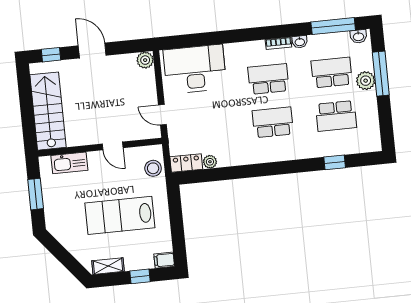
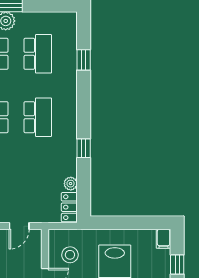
school desk: (273, 122) -> (38, 117), turned 180
stool: (153, 168) -> (70, 255), moved
window: (247, 171) -> (84, 148), added

